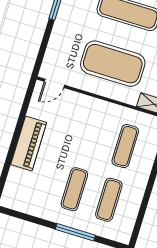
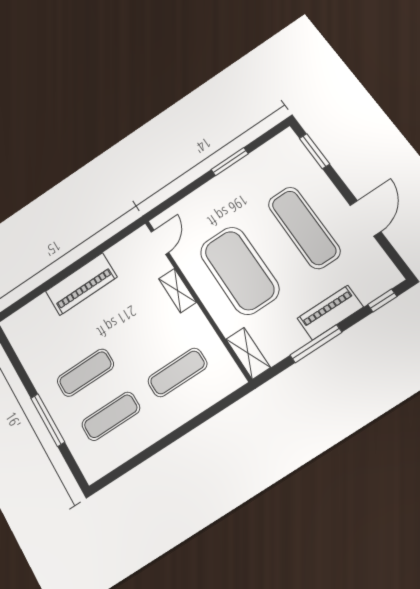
door: (54, 83) -> (160, 242), swing flipped
shelving: (88, 102) -> (177, 290), added

